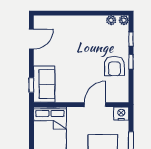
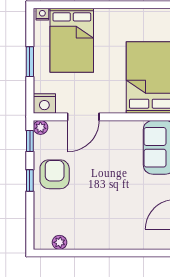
plant: (124, 20) -> (40, 127), moved
window: (131, 39) -> (30, 141), moved

